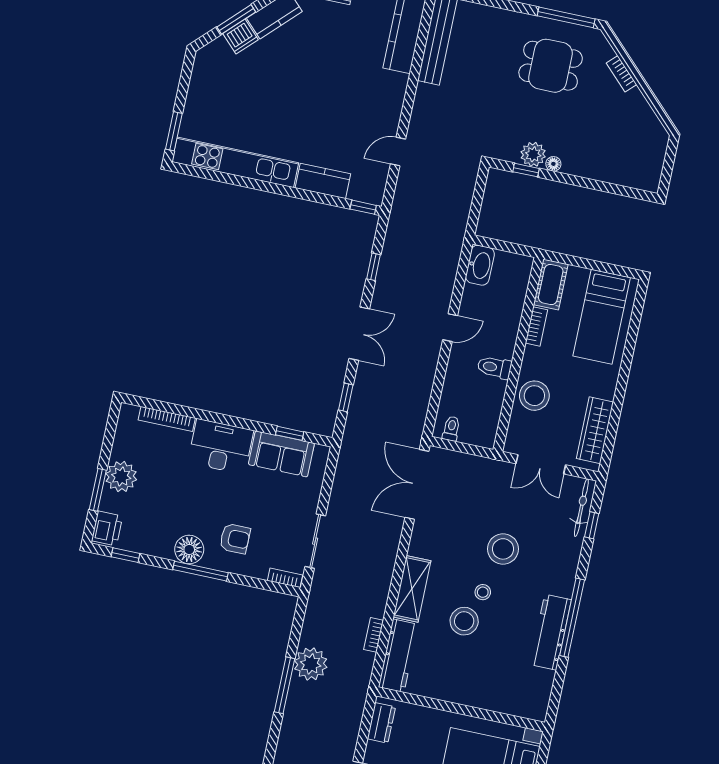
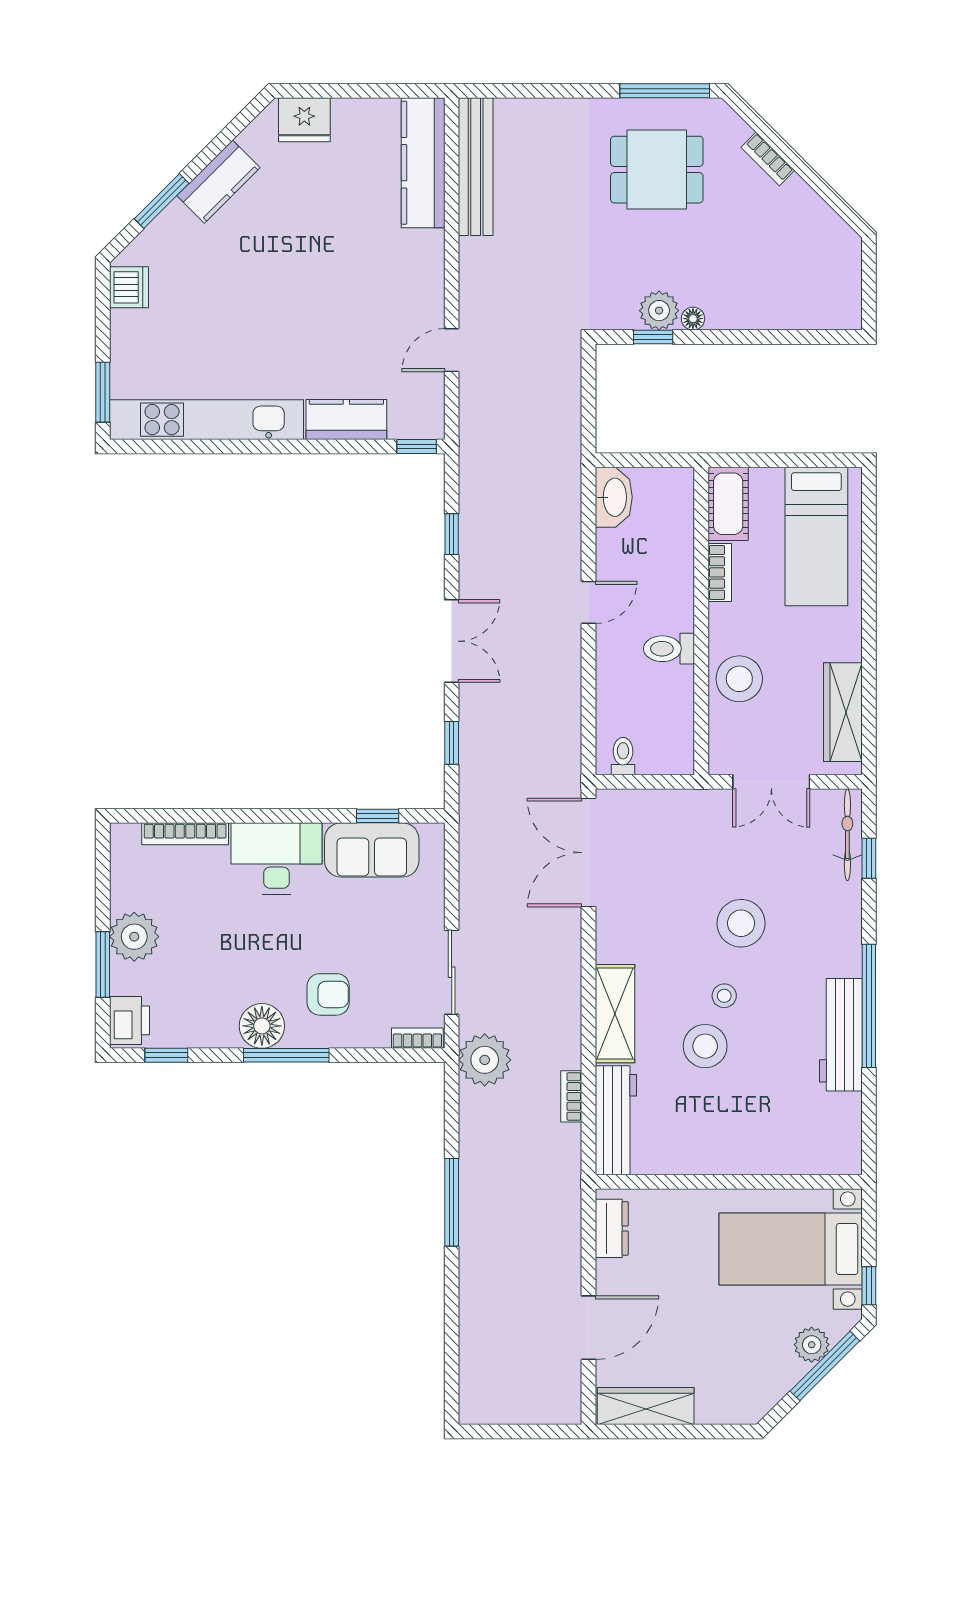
dishwasher: (241, 37) -> (129, 287), moved, turned -45
plant: (311, 664) -> (485, 1060), moved

